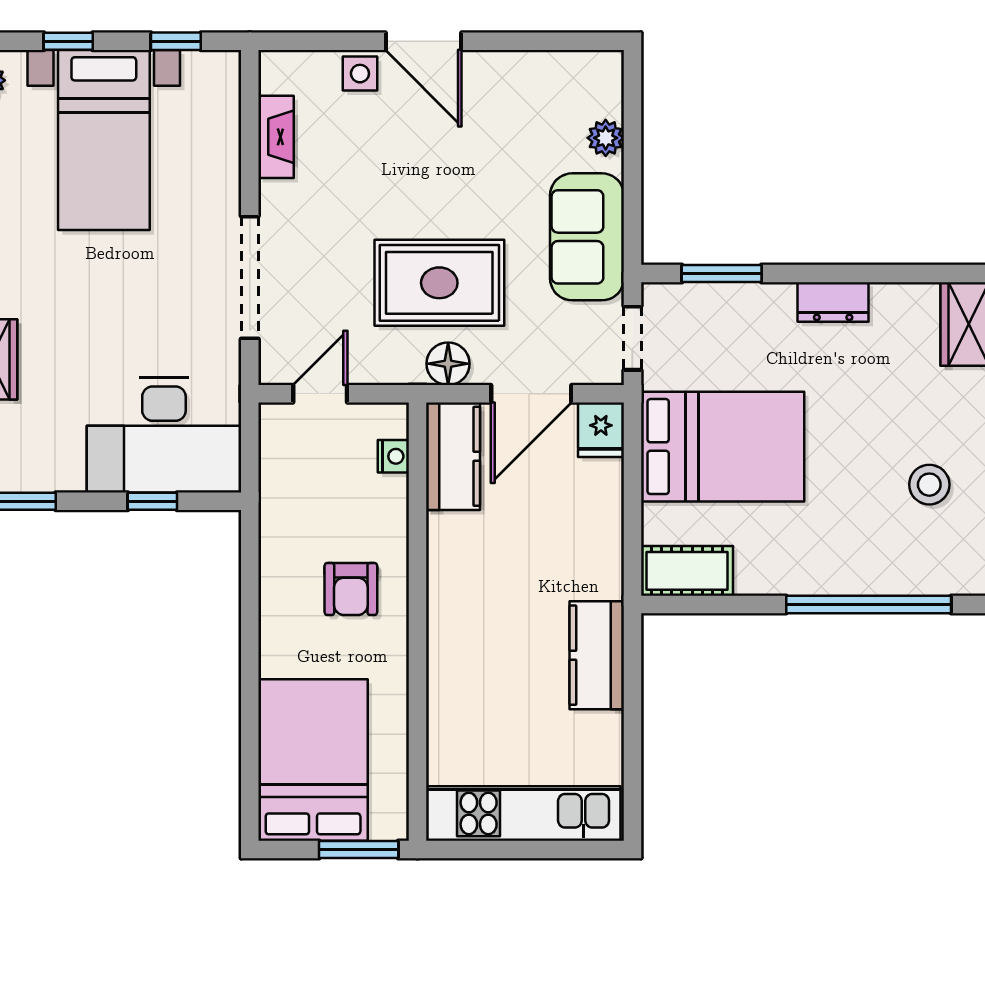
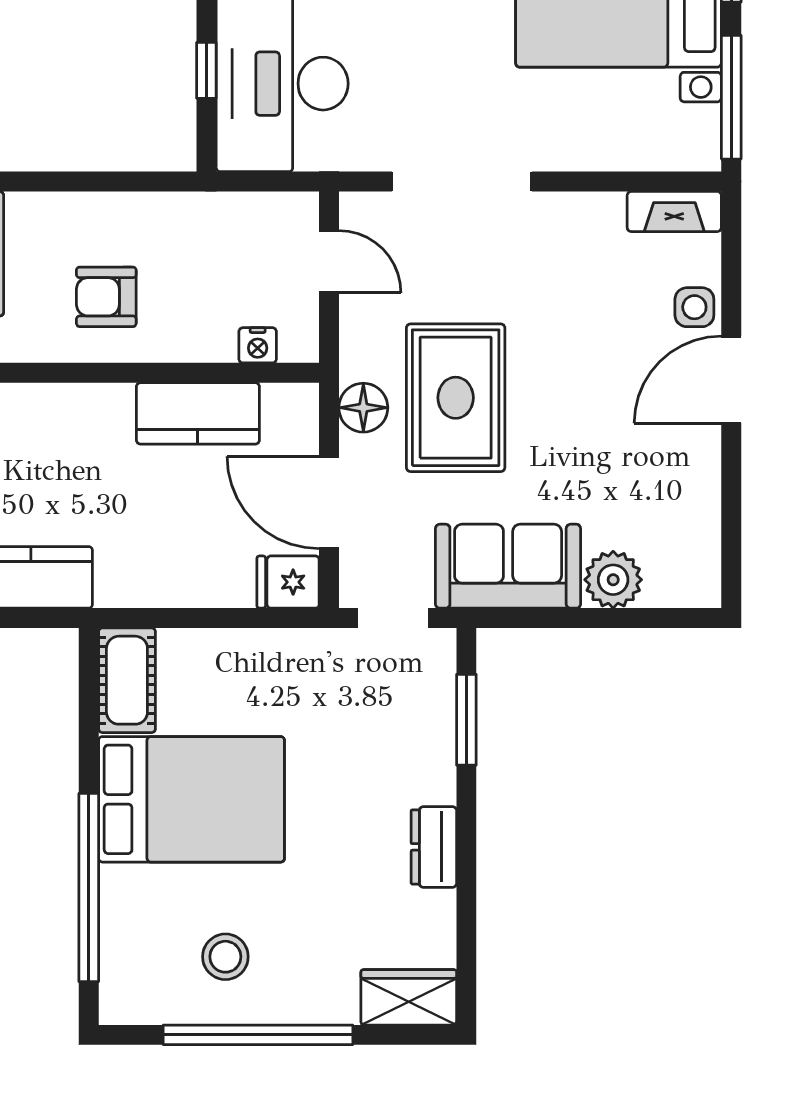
window: (176, 41) -> (731, 97), width x2.17
fireplace: (276, 137) -> (674, 211), moved
plant: (606, 138) -> (613, 580), width x1.38, depth x1.38
bed: (723, 447) -> (191, 799), moved, turned -90
kitchen counter: (453, 456) -> (198, 413), moved

